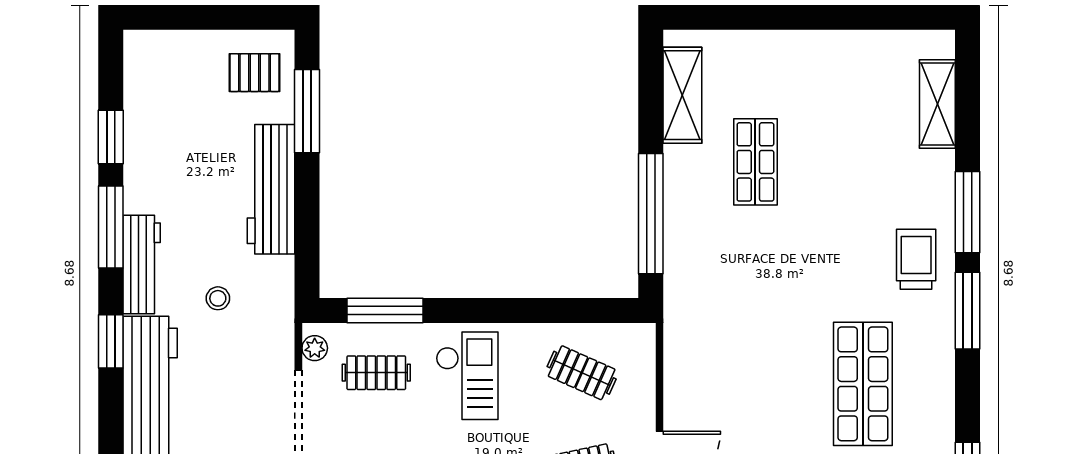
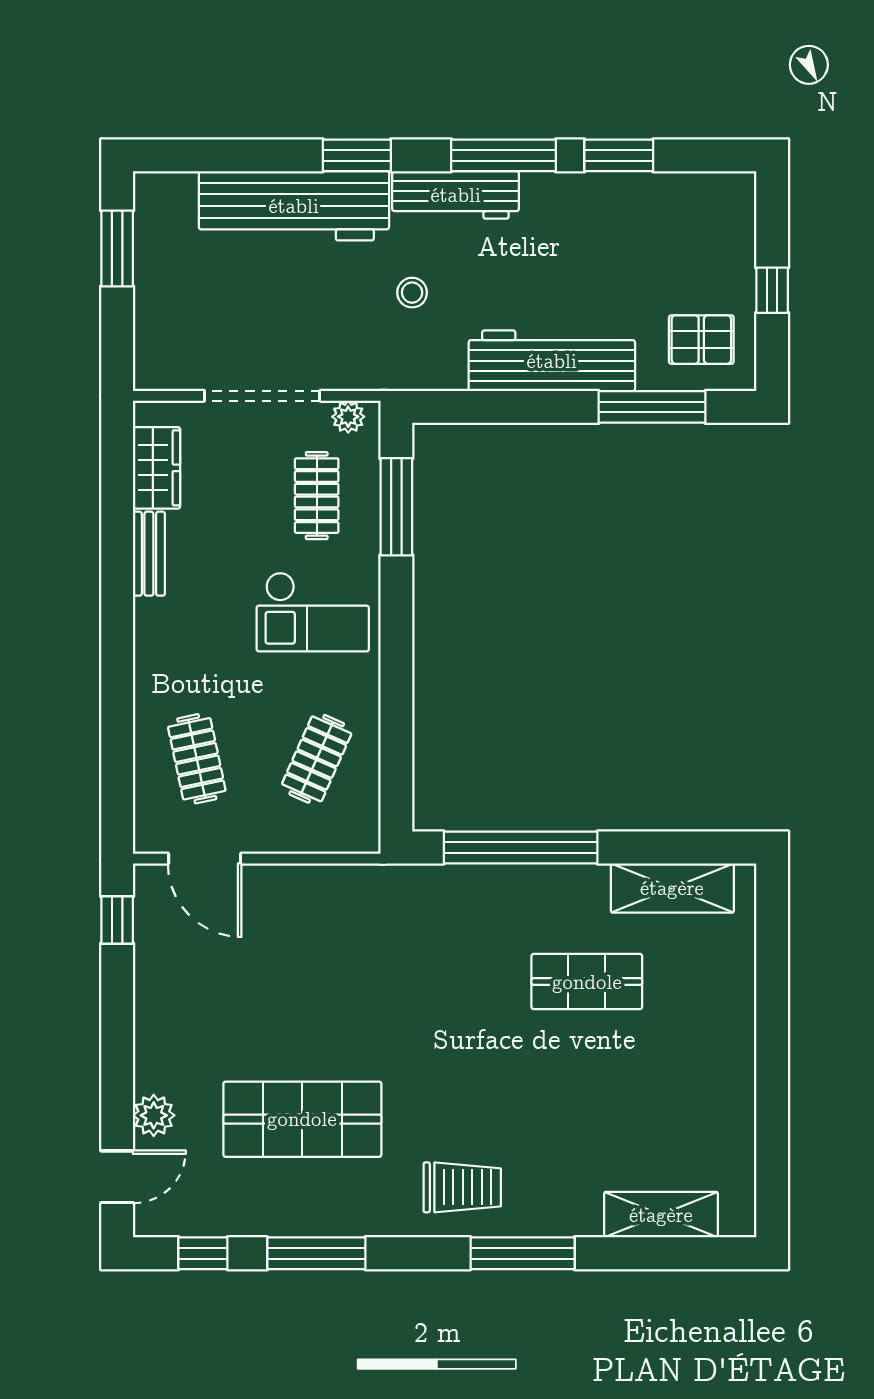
window: (216, 17) -> (772, 290), added
pallet: (254, 73) -> (701, 340), turned 90
window: (967, 311) -> (316, 1253), moved

